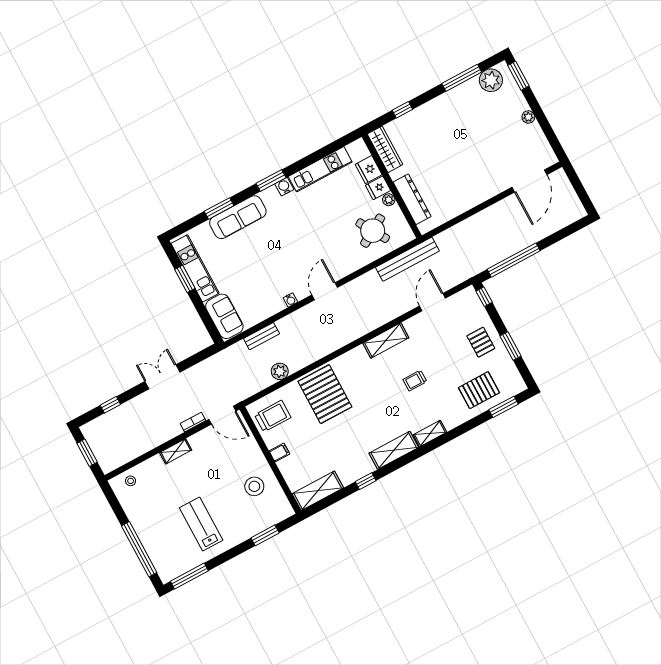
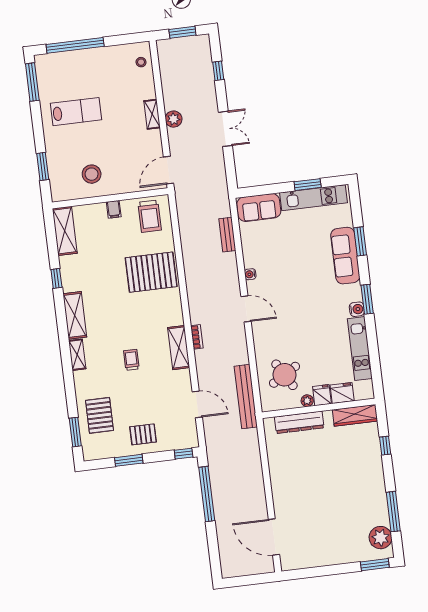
plant: (528, 117) -> (333, 559), removed
plant: (280, 371) -> (174, 119), moved
bookcase: (193, 422) -> (197, 337), moved

